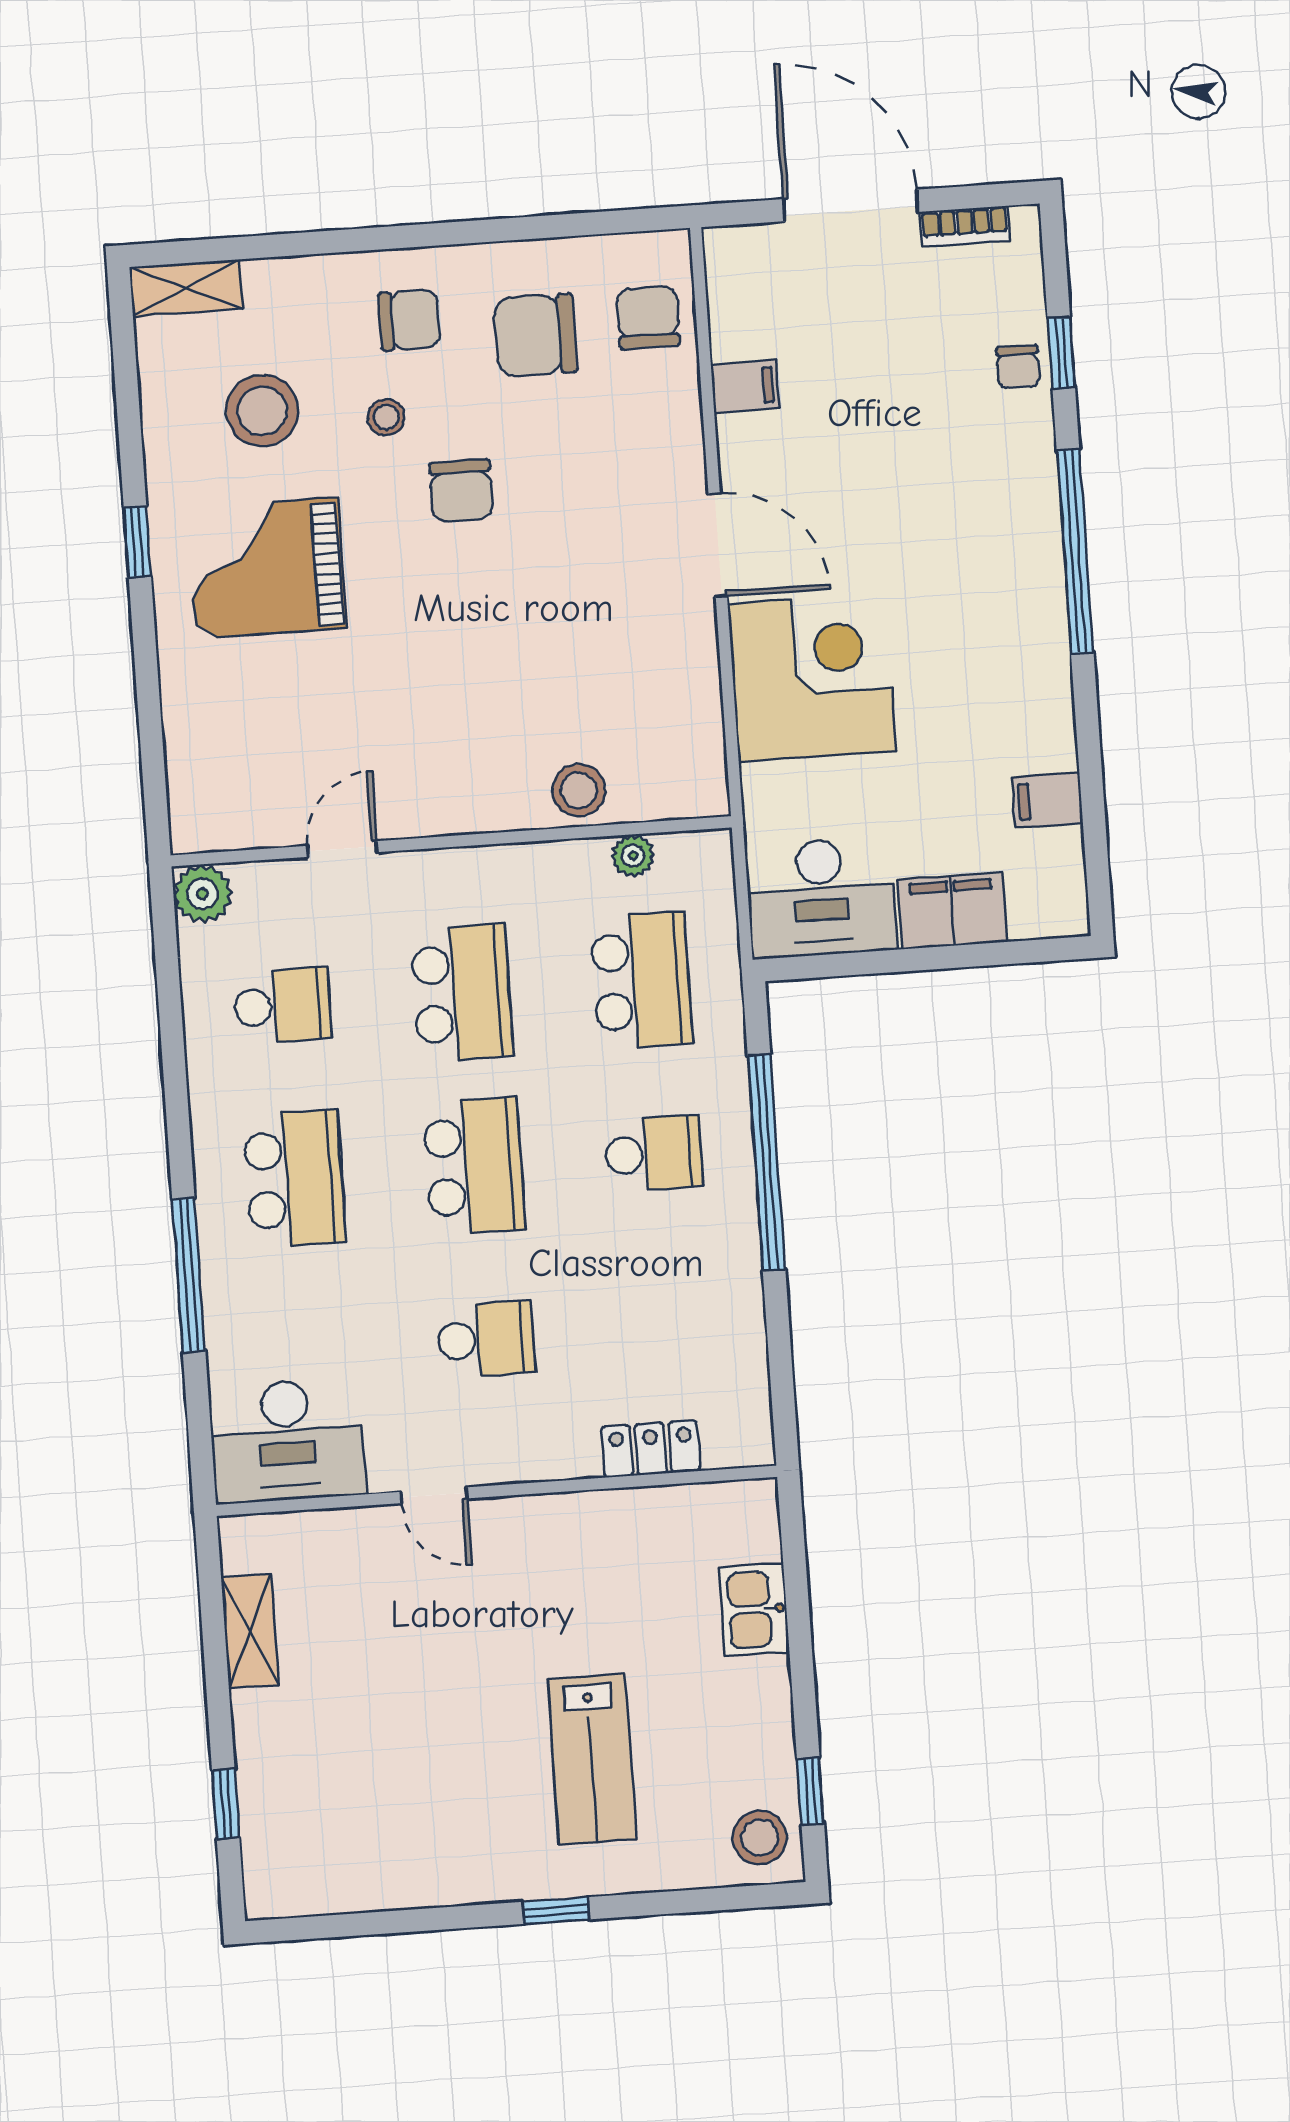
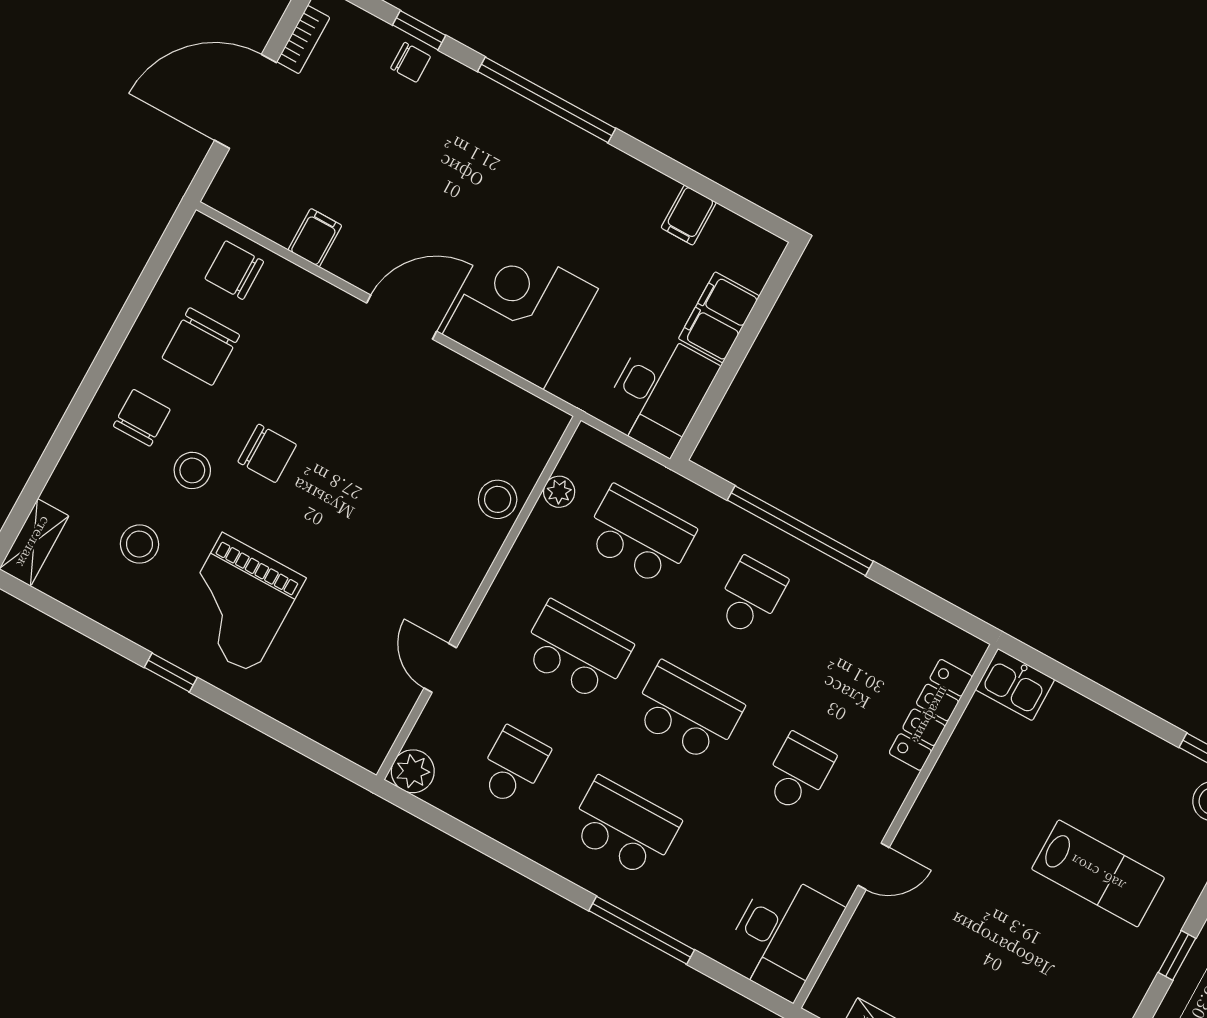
stool: (262, 411) -> (139, 544), width x0.73, depth x0.73
stool: (386, 417) -> (192, 470), width x1.37, depth x1.37
locker: (651, 1449) -> (931, 715), width x1.53
kitchen sink: (754, 1610) -> (1015, 684), moved

